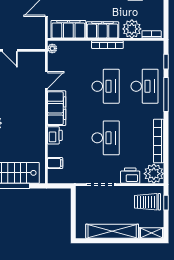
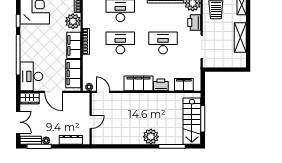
door: (46, 80) -> (103, 92), moved
filing cabinet: (55, 163) -> (184, 85), width x2.00
shelving: (112, 231) -> (240, 37), width x0.68

